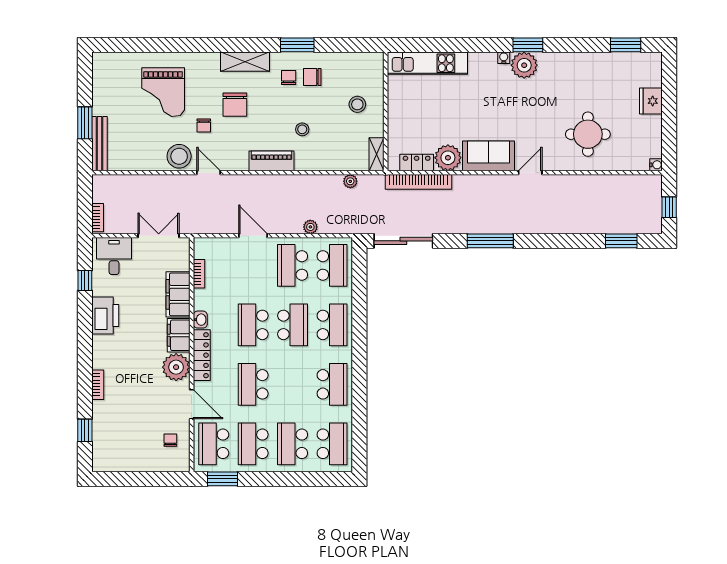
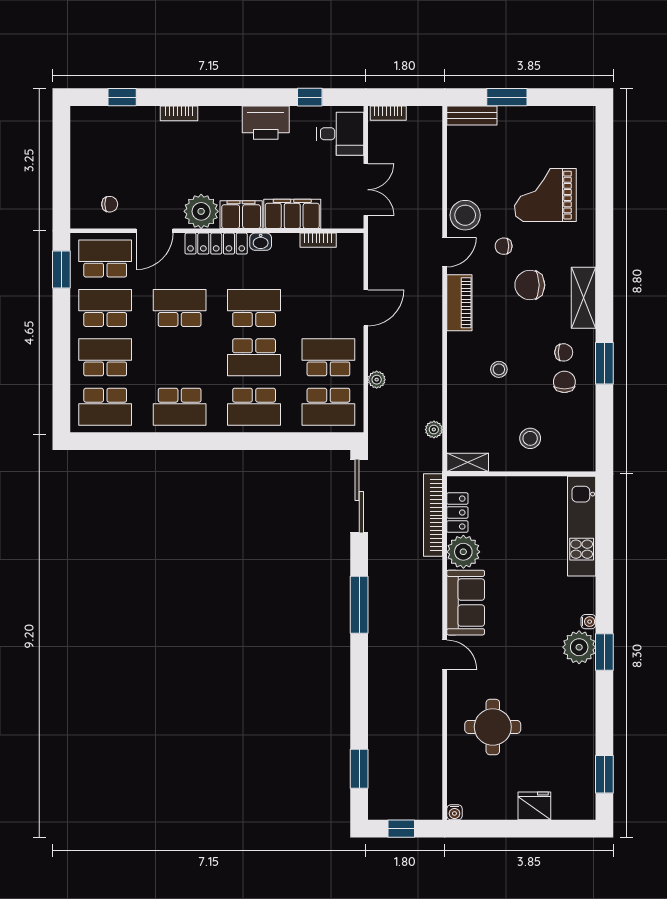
bench: (99, 144) -> (472, 116), width x0.73
piano: (272, 161) -> (459, 303), moved

